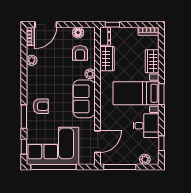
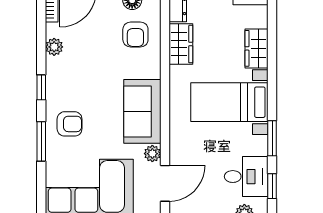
plant: (90, 74) -> (152, 154), moved
window: (161, 94) -> (272, 138), moved
desk: (146, 126) -> (246, 177), moved
window: (24, 147) -> (41, 87), moved

